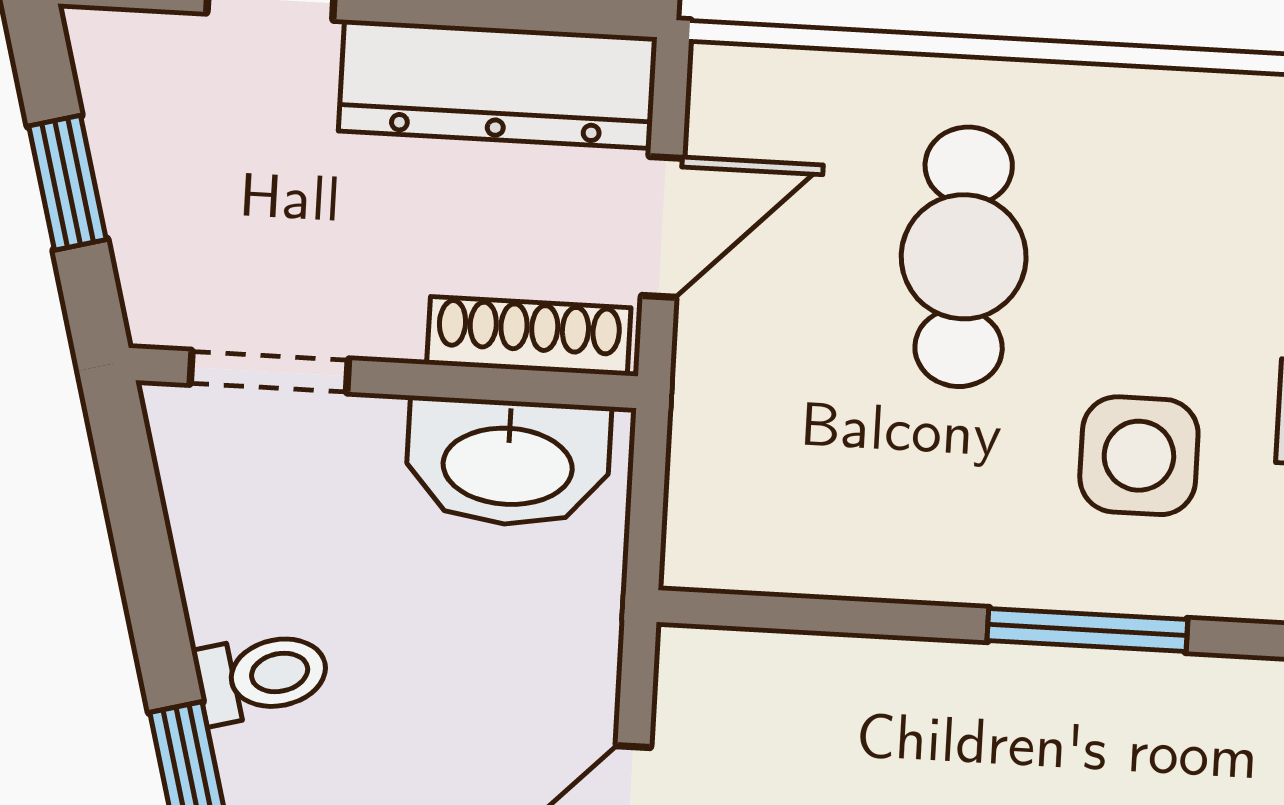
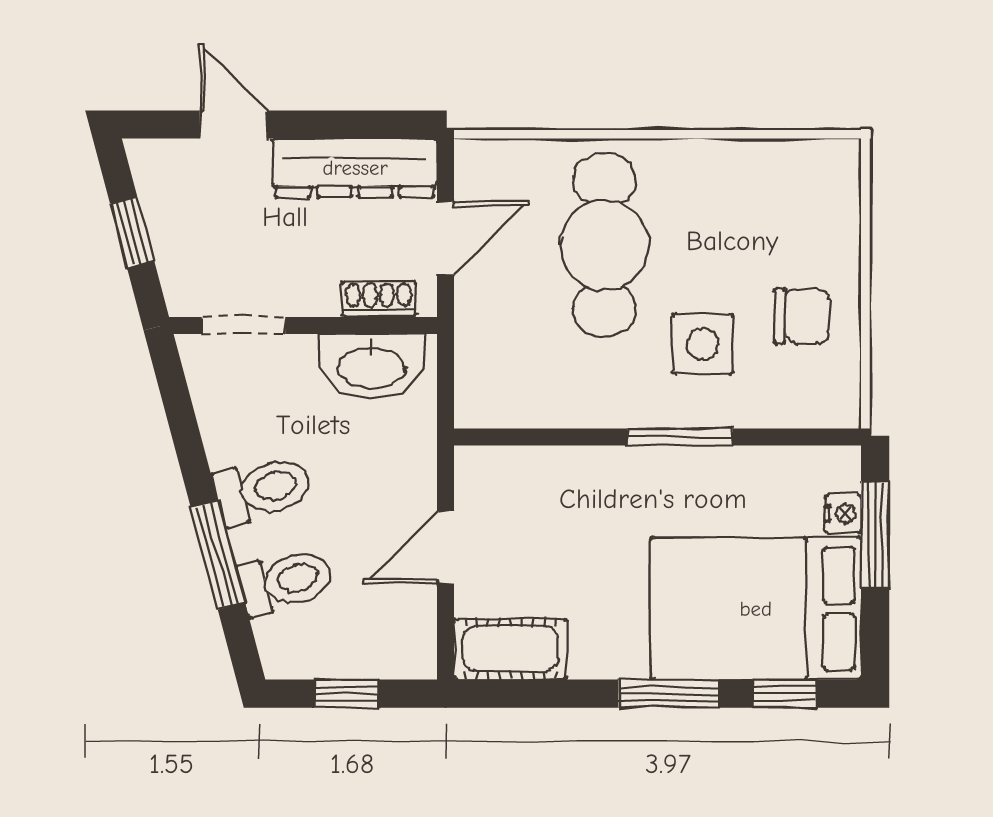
cafe table: (964, 257) -> (604, 245), width x1.37, depth x1.35
shoe rack: (529, 336) -> (379, 299), width x0.70
toilet: (262, 676) -> (263, 489), width x1.37, depth x1.39

